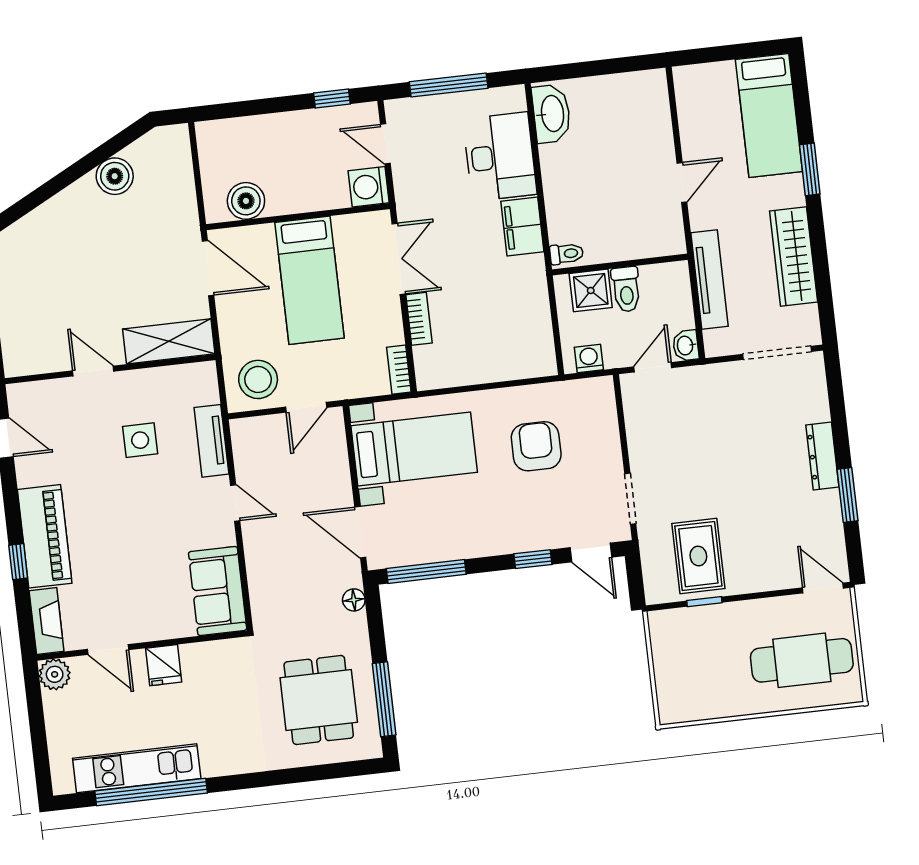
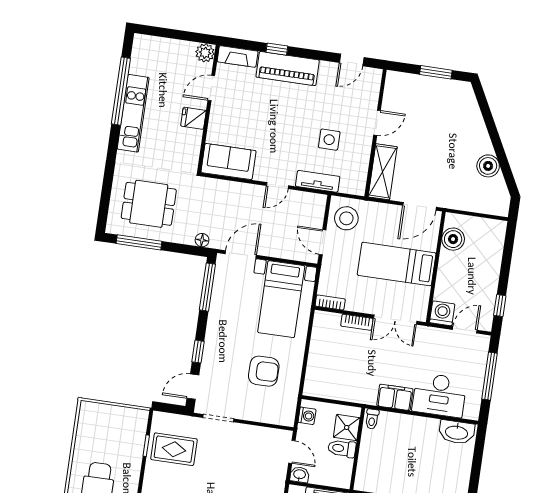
kitchen unit: (137, 768) -> (133, 113), moved

